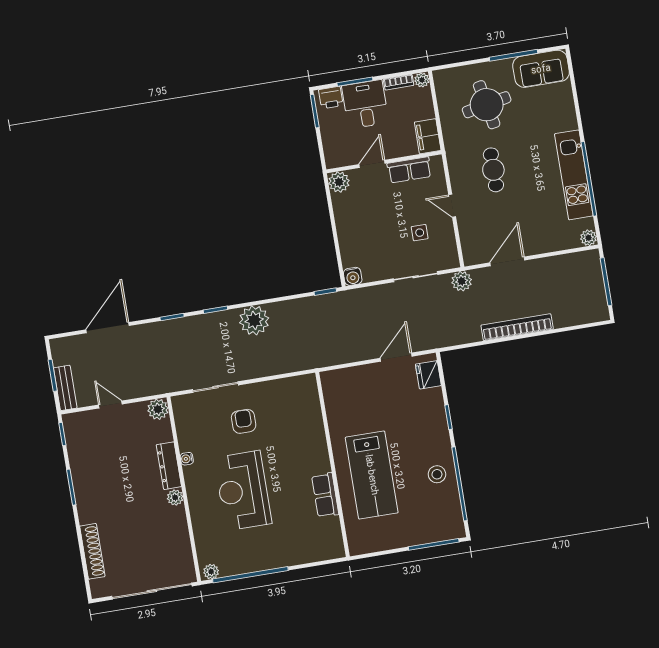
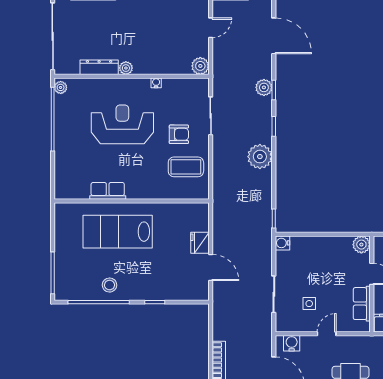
water cooler: (470, 246) -> (292, 343), added
plant: (462, 281) -> (264, 87), moved
fridge: (428, 375) -> (200, 243), moved, turned -90
coffee table: (281, 407) -> (186, 167), added
dresser: (169, 466) -> (99, 67), moved

